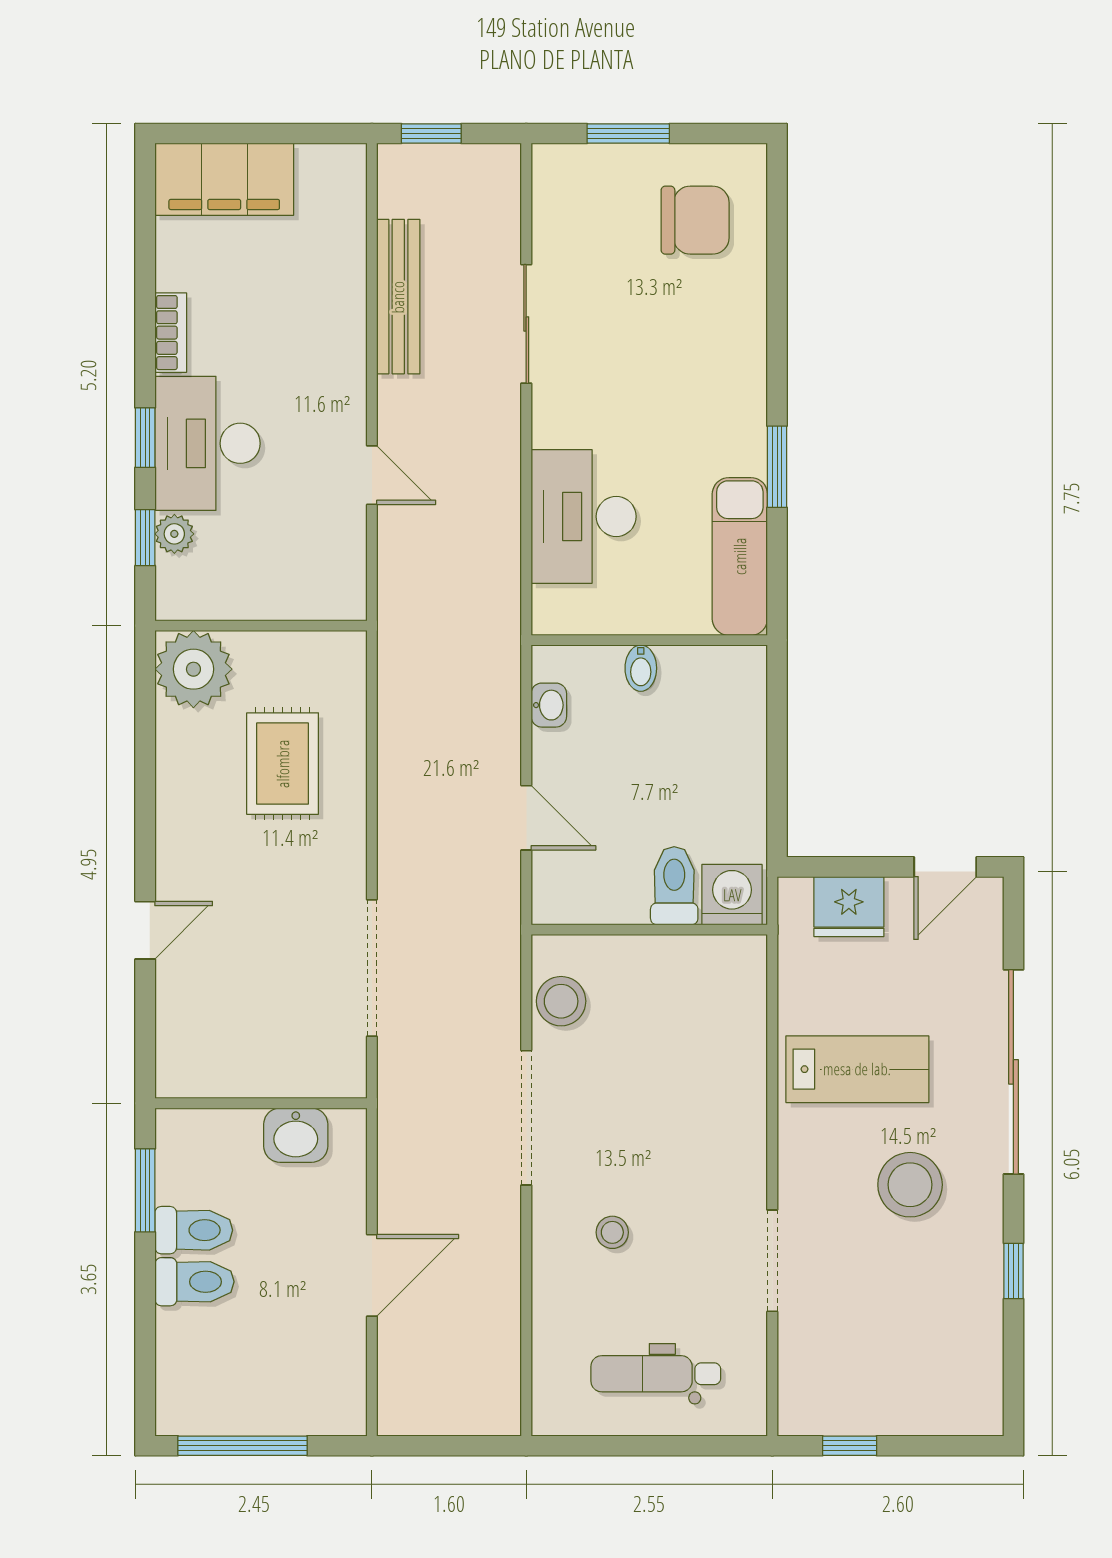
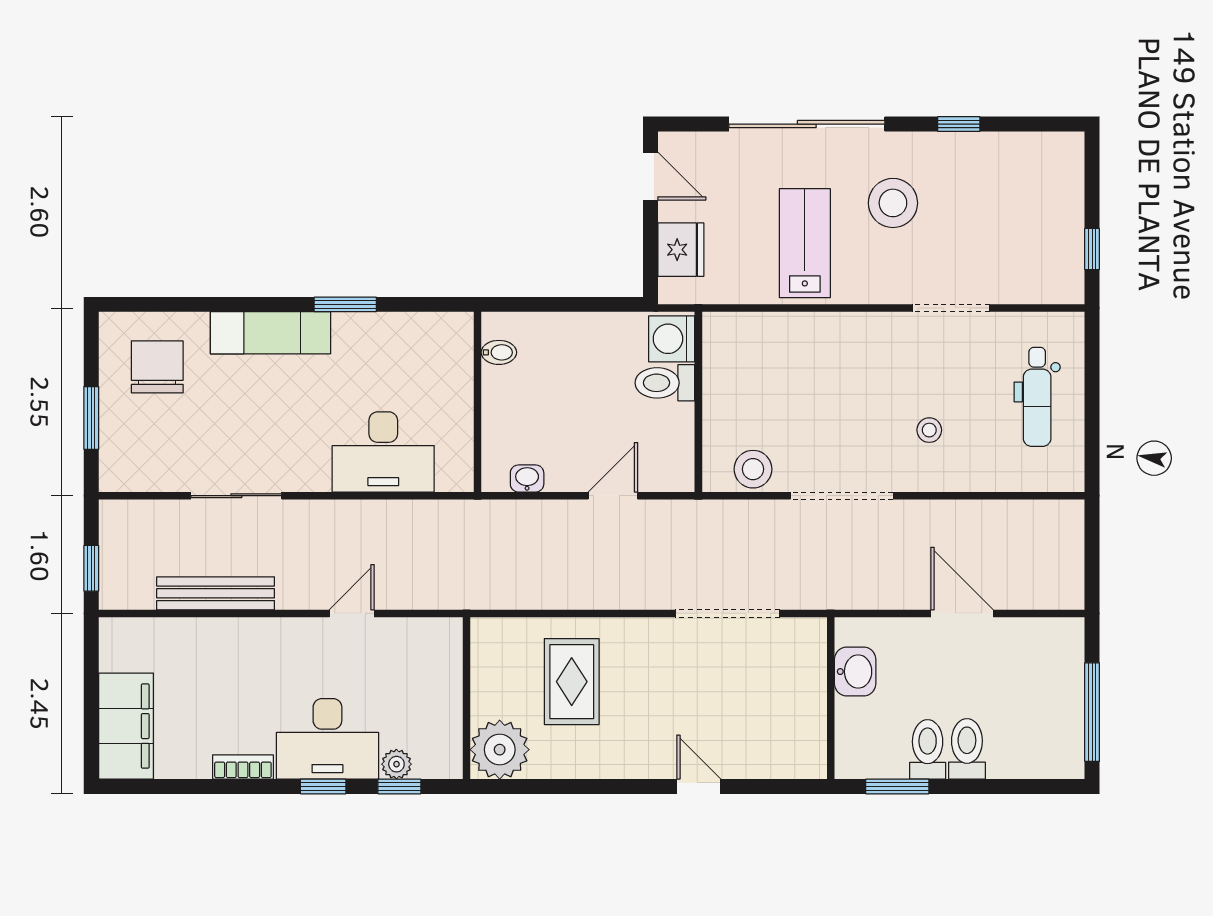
exam couch: (740, 556) -> (270, 333), moved
bidet: (641, 668) -> (499, 352), moved
rug: (283, 764) -> (572, 682), turned 90

